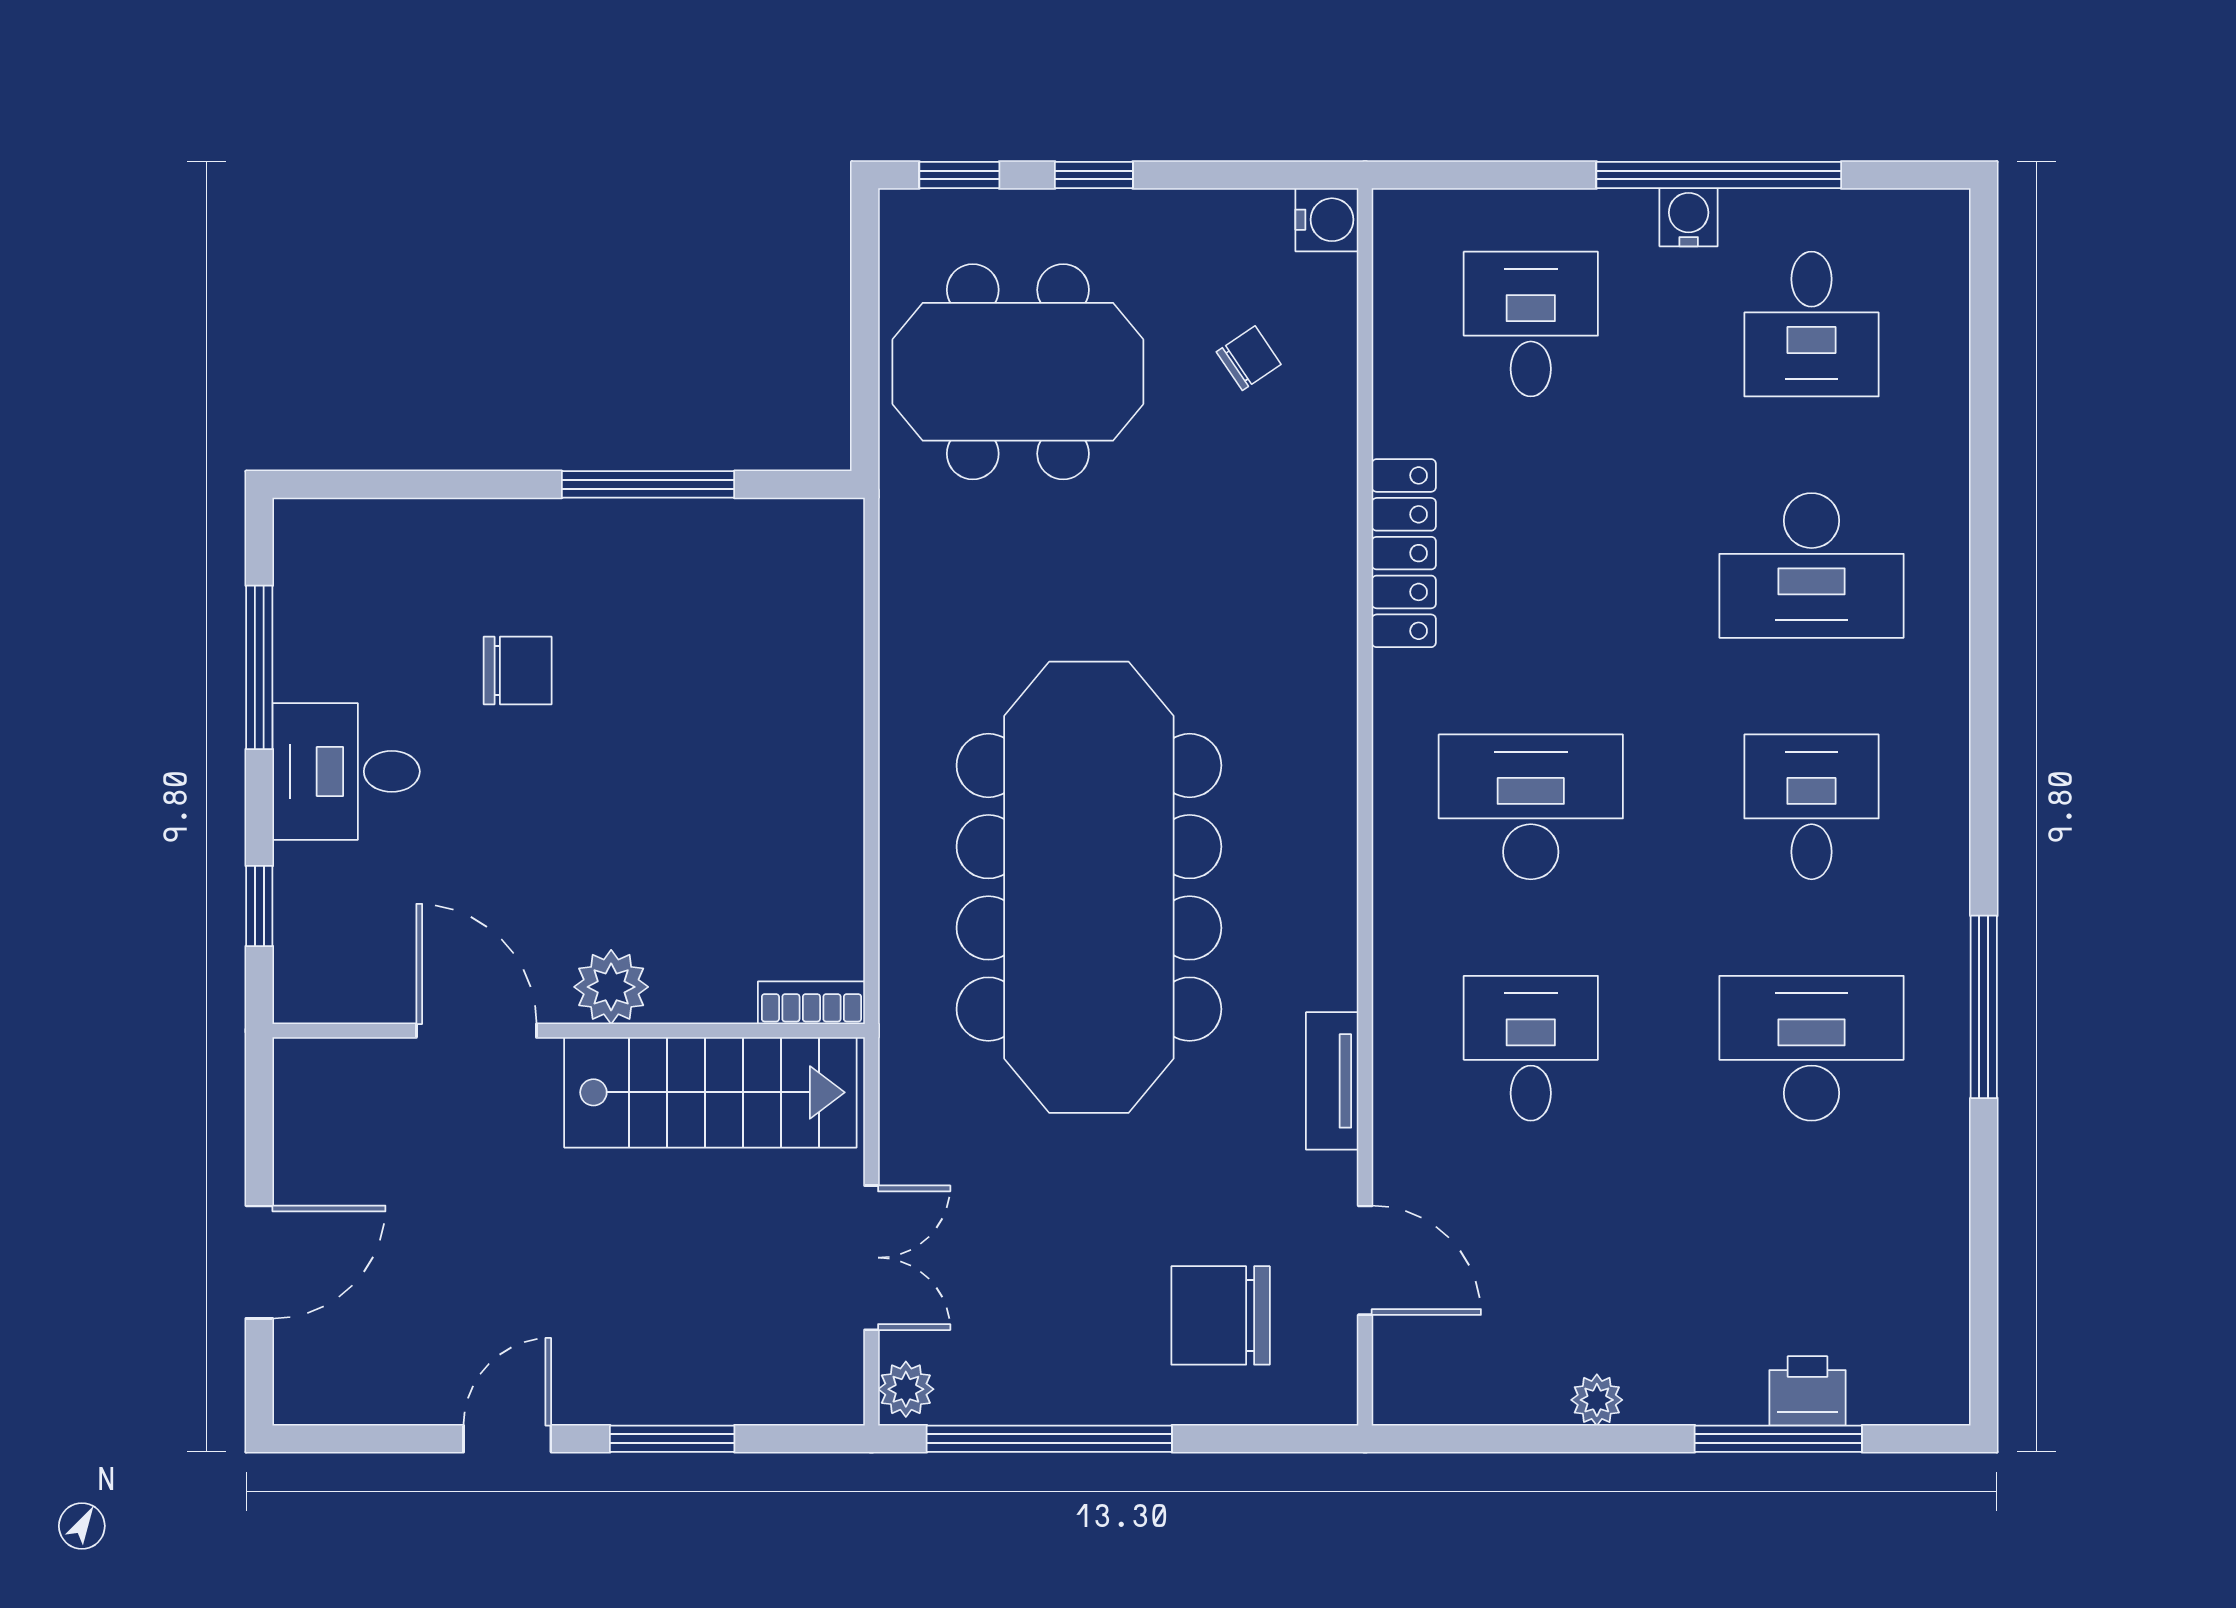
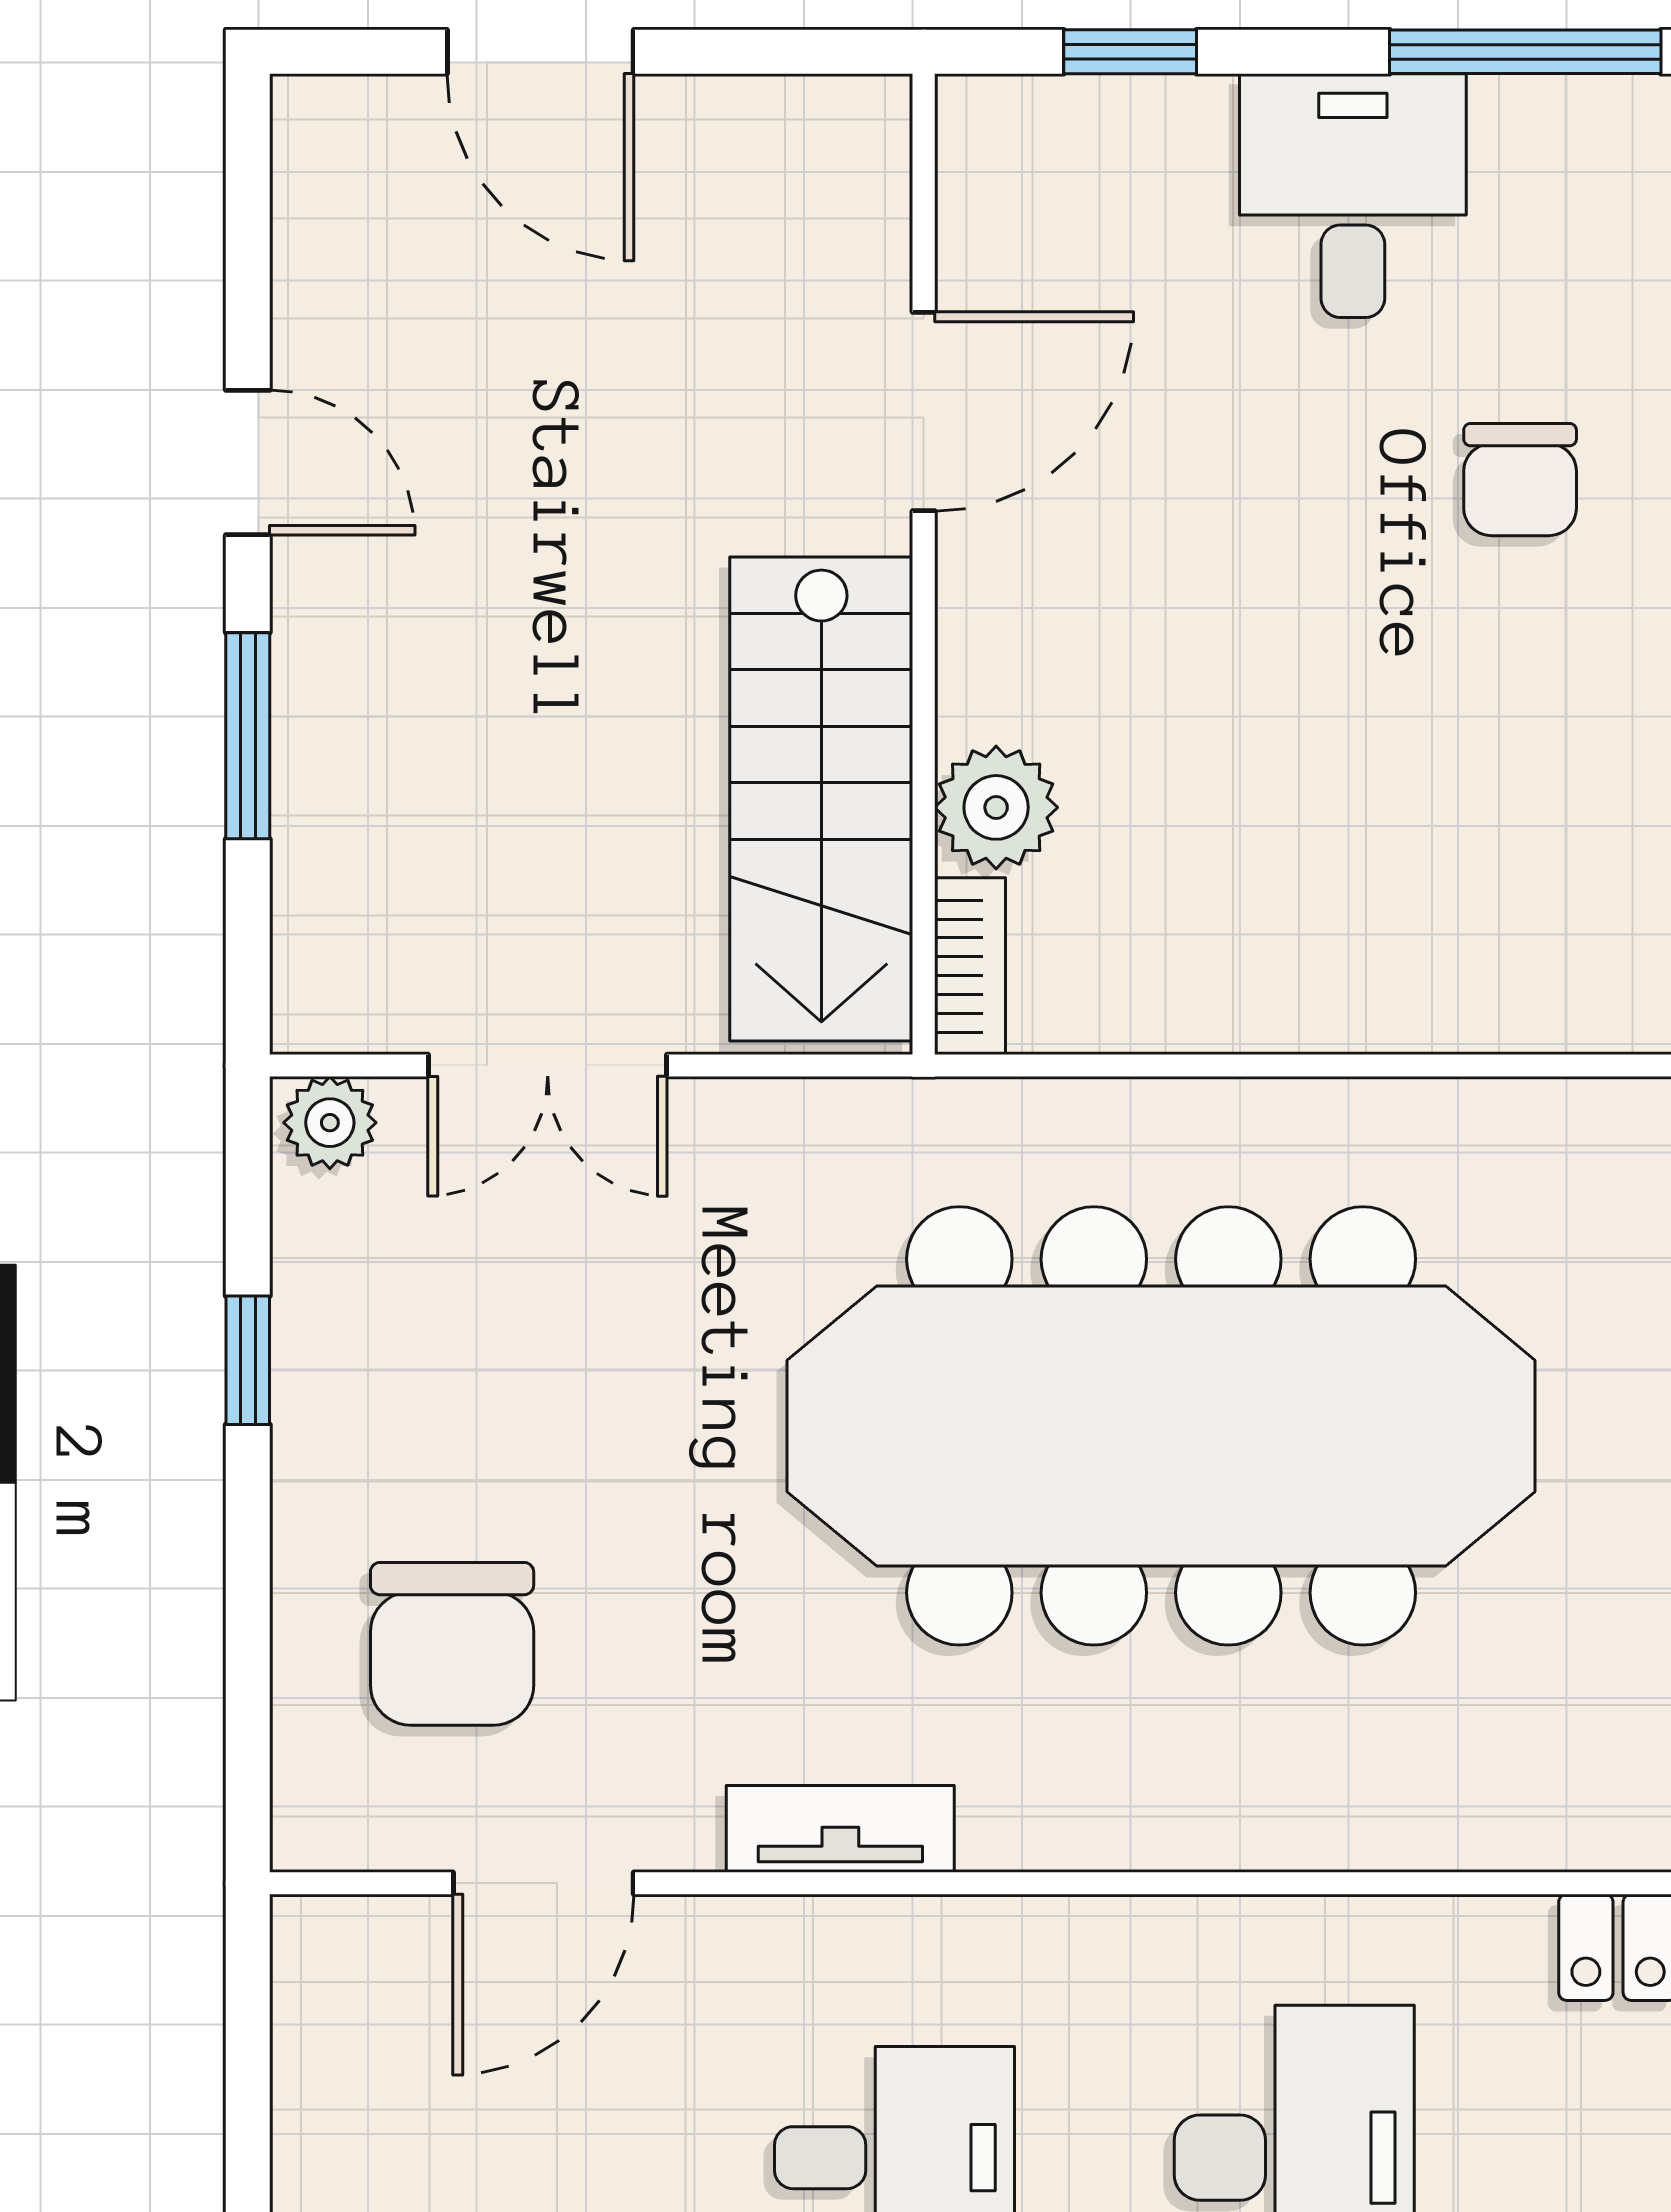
plant: (611, 987) -> (996, 807), moved
chair: (1221, 1315) -> (452, 1644), turned 180
window: (1049, 1439) -> (248, 1360), width x0.32

